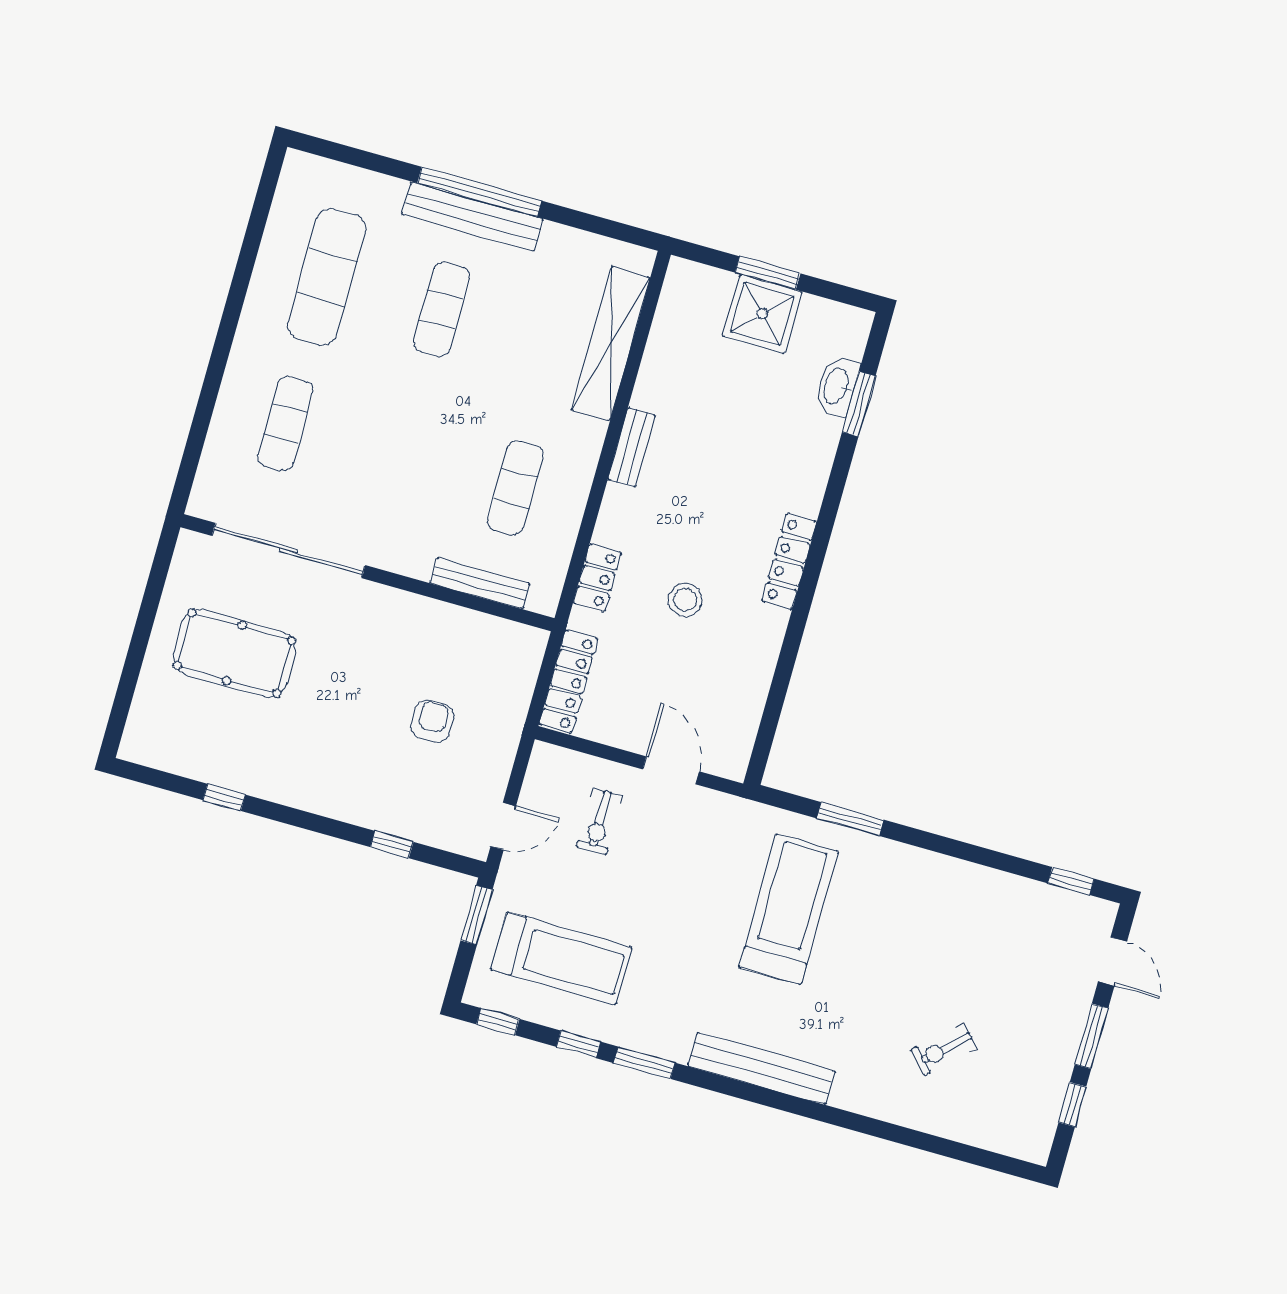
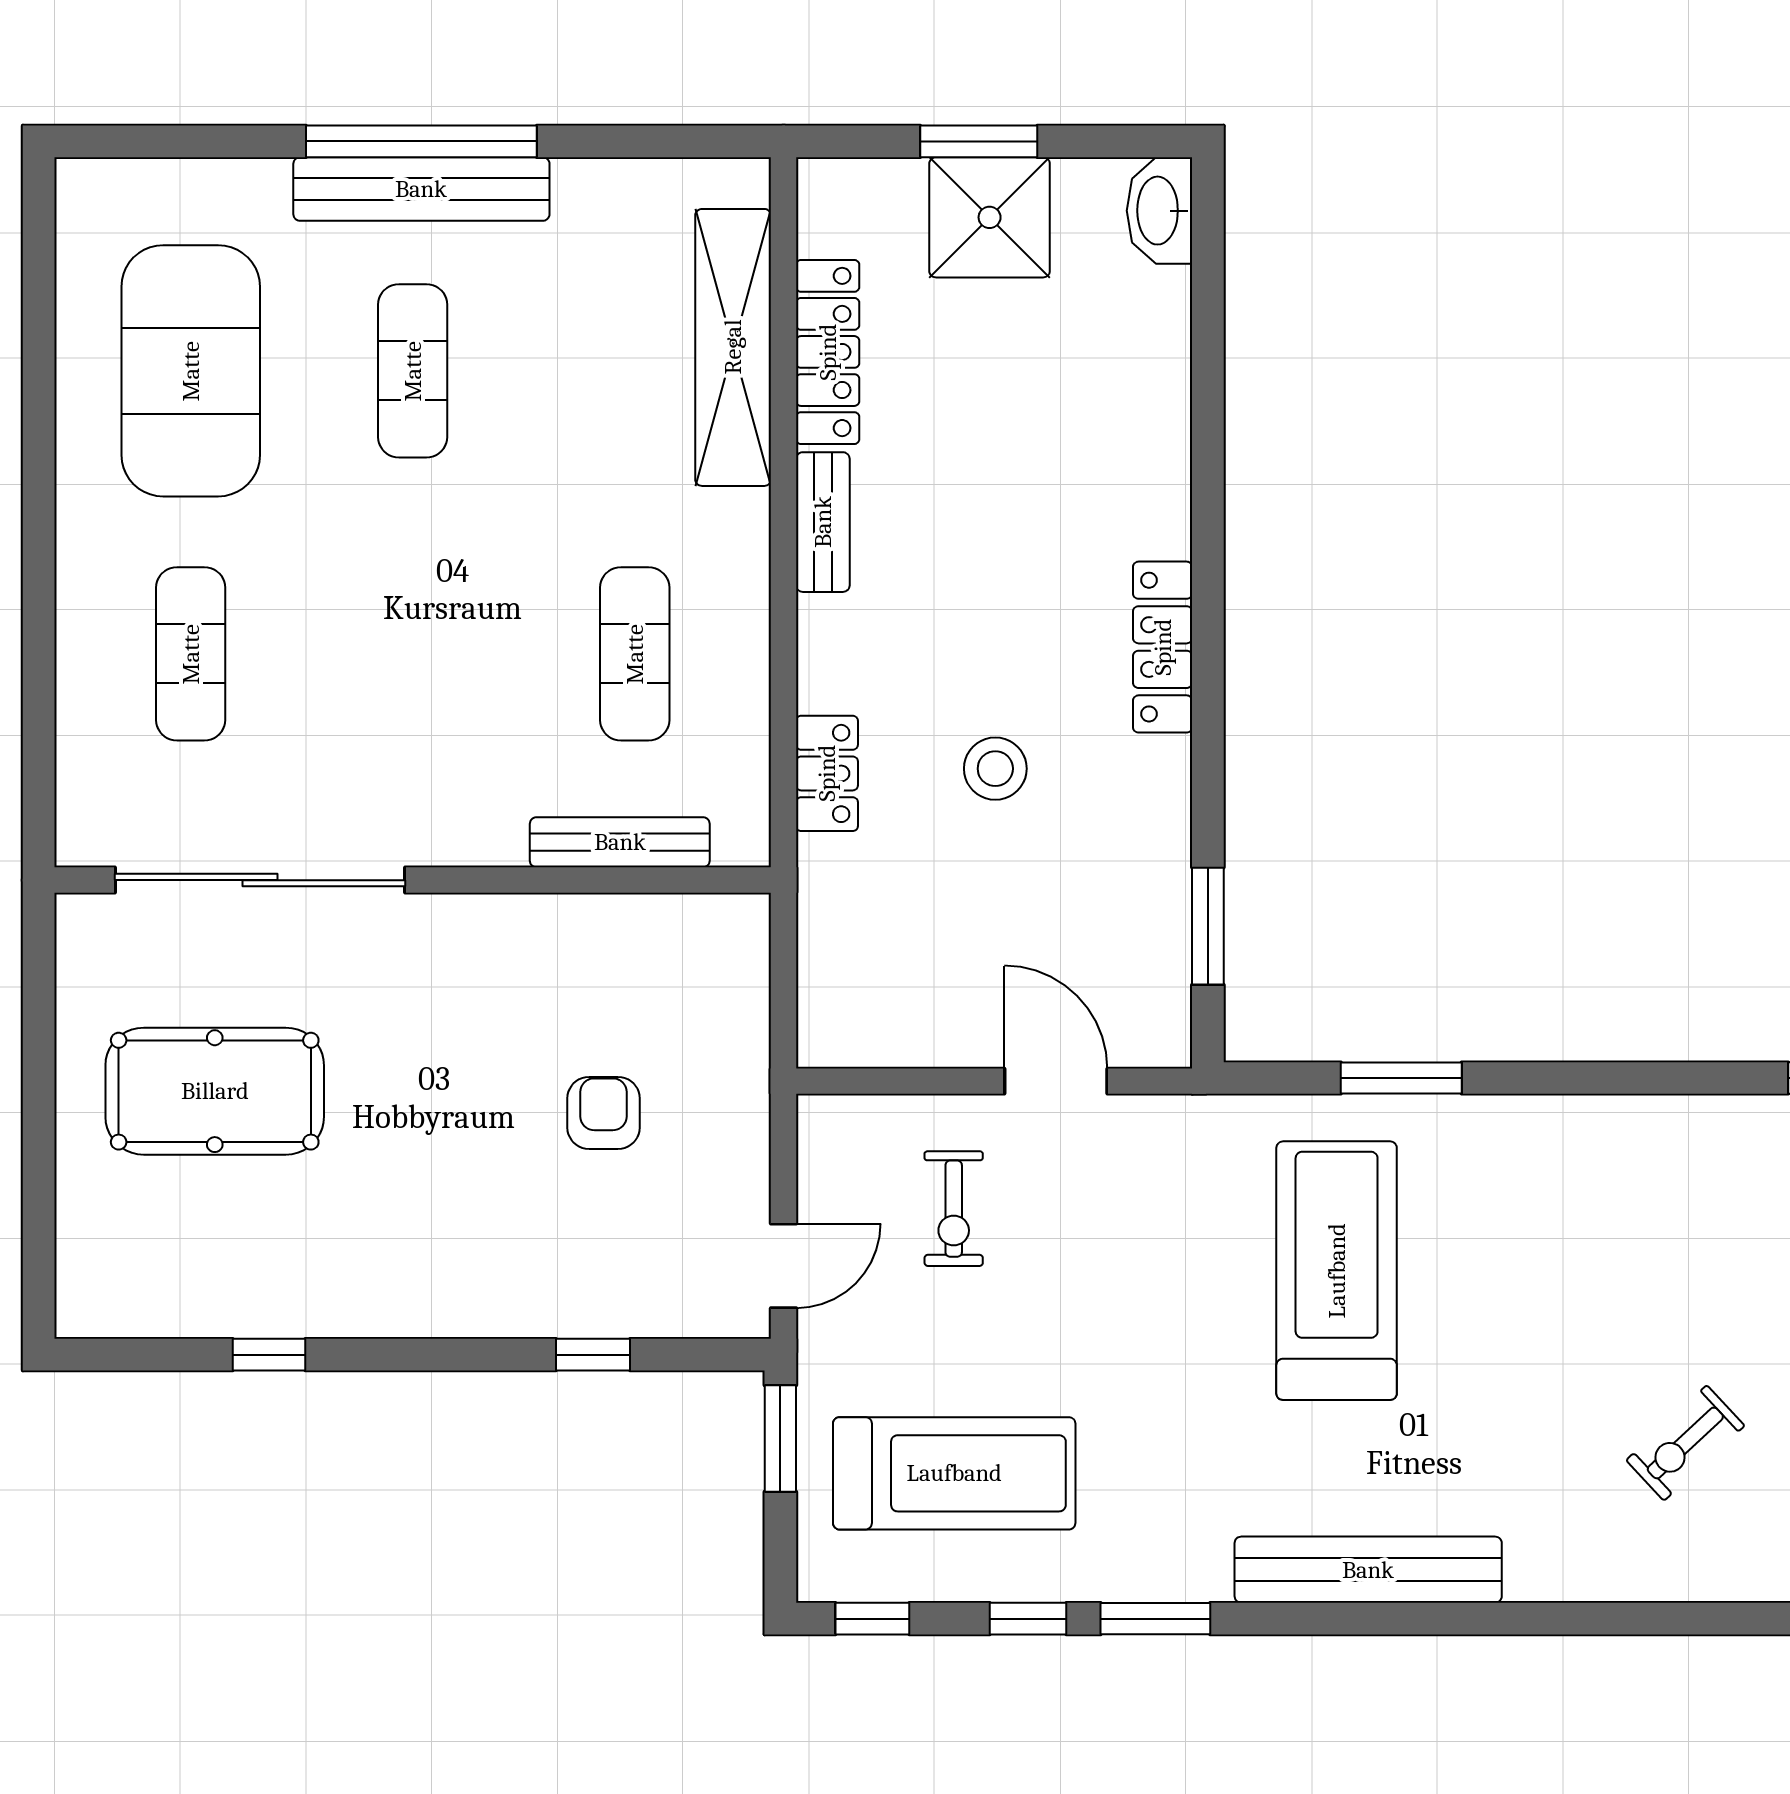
exercise mat: (327, 277) -> (191, 371), width x1.47
washbasin: (837, 386) -> (1159, 211), moved
window: (859, 404) -> (1208, 926), moved
locker: (569, 681) -> (828, 352), moved

